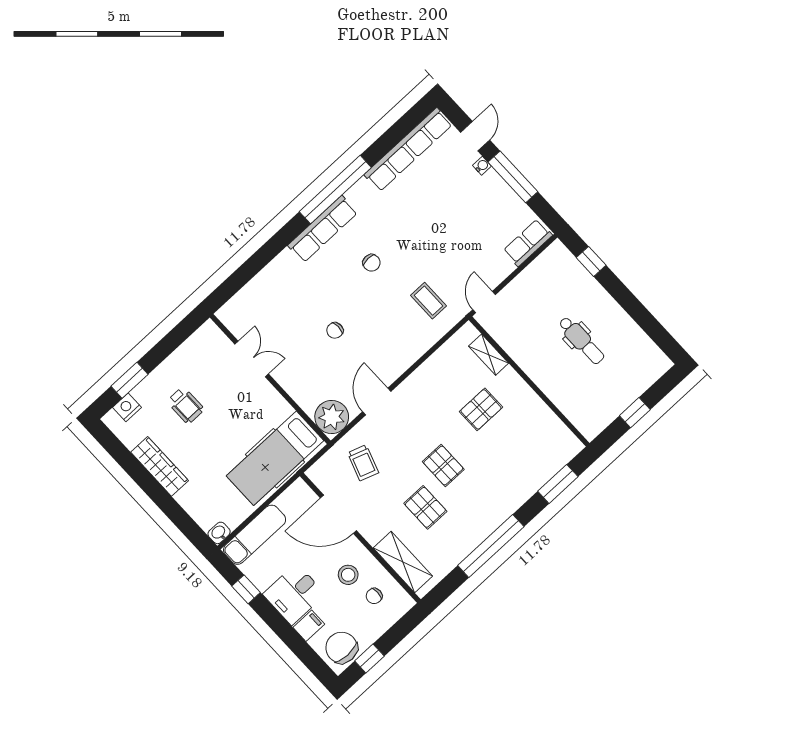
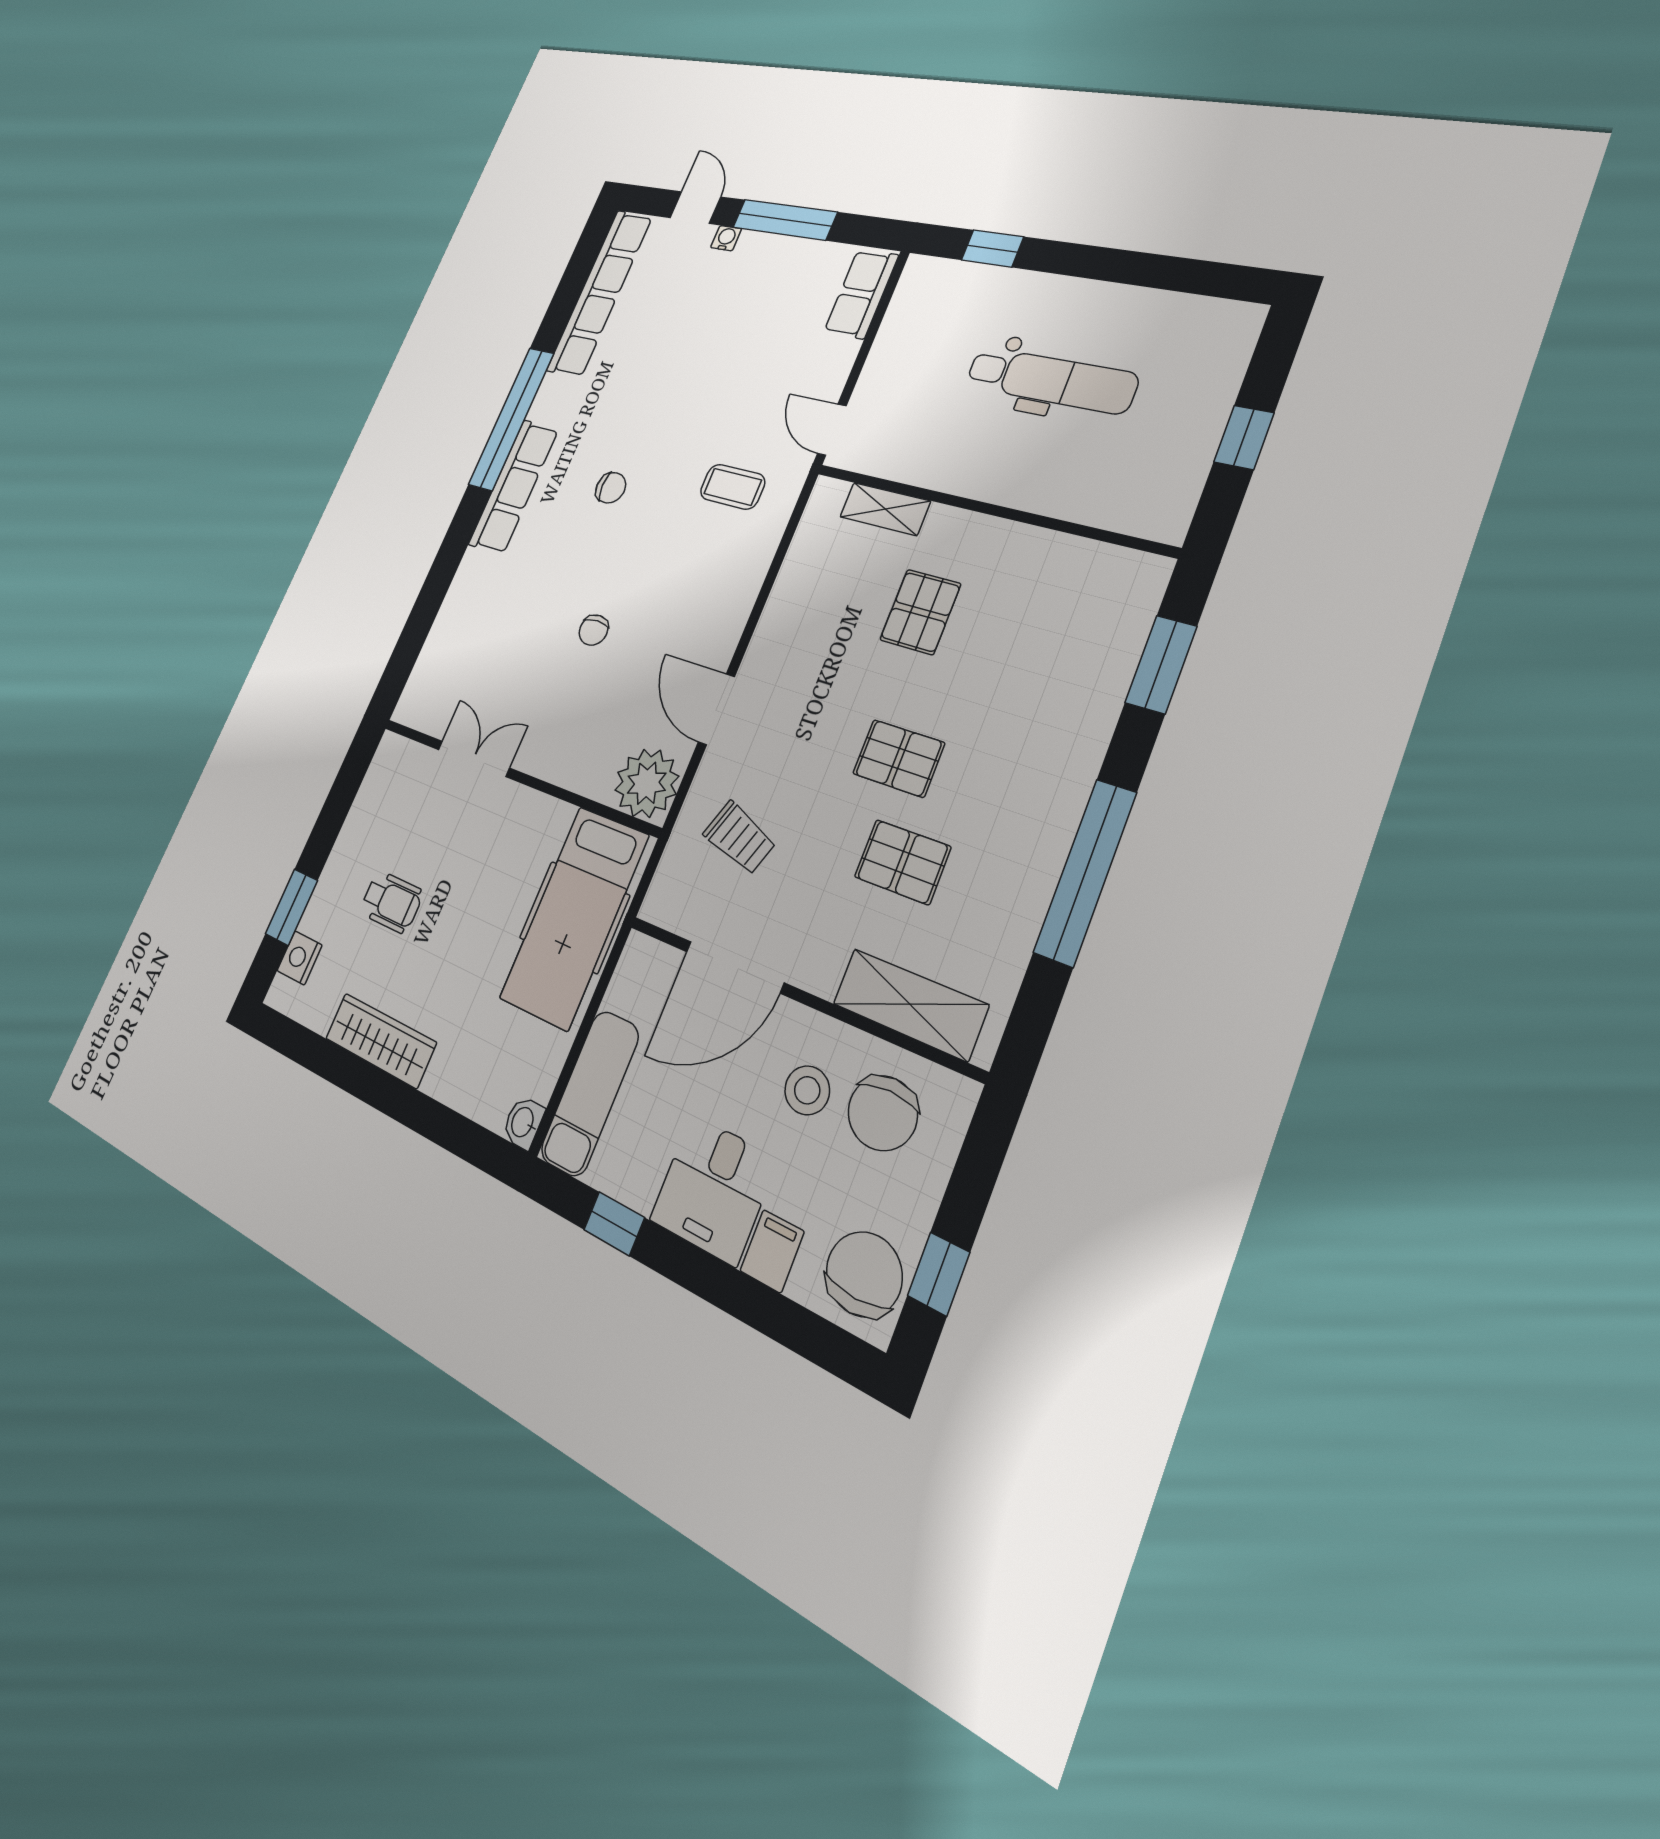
dental chair: (581, 340) -> (1051, 380), width x1.36, depth x1.38
chair: (374, 596) -> (883, 1113), width x1.87, depth x1.87
chair: (341, 648) -> (864, 1274), turned 90

